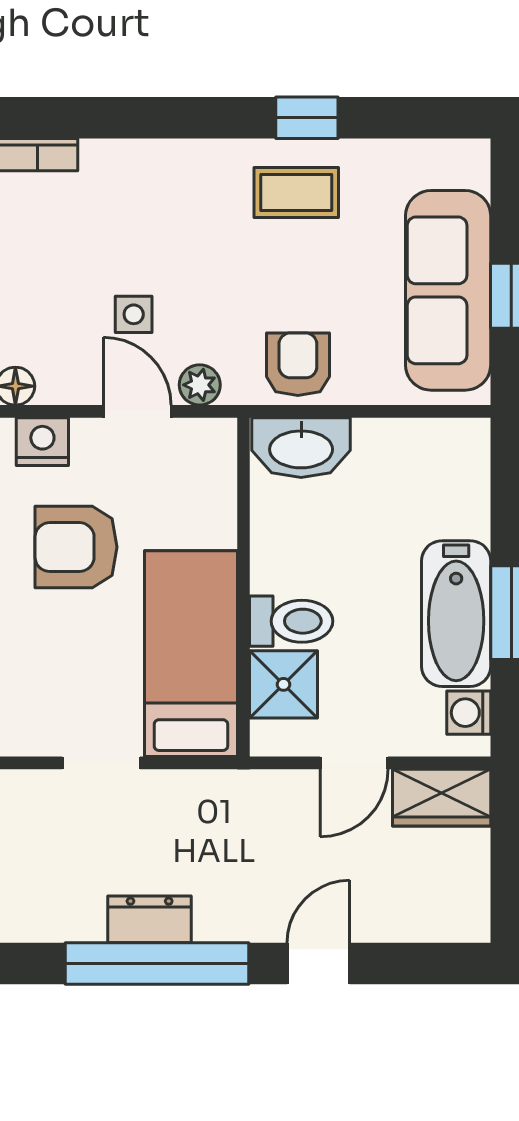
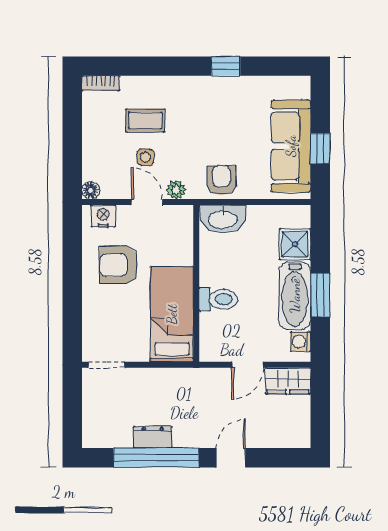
coffee table: (296, 192) -> (145, 120), moved
shower: (283, 684) -> (295, 244), moved
doorway: (101, 763) -> (107, 365), moved

